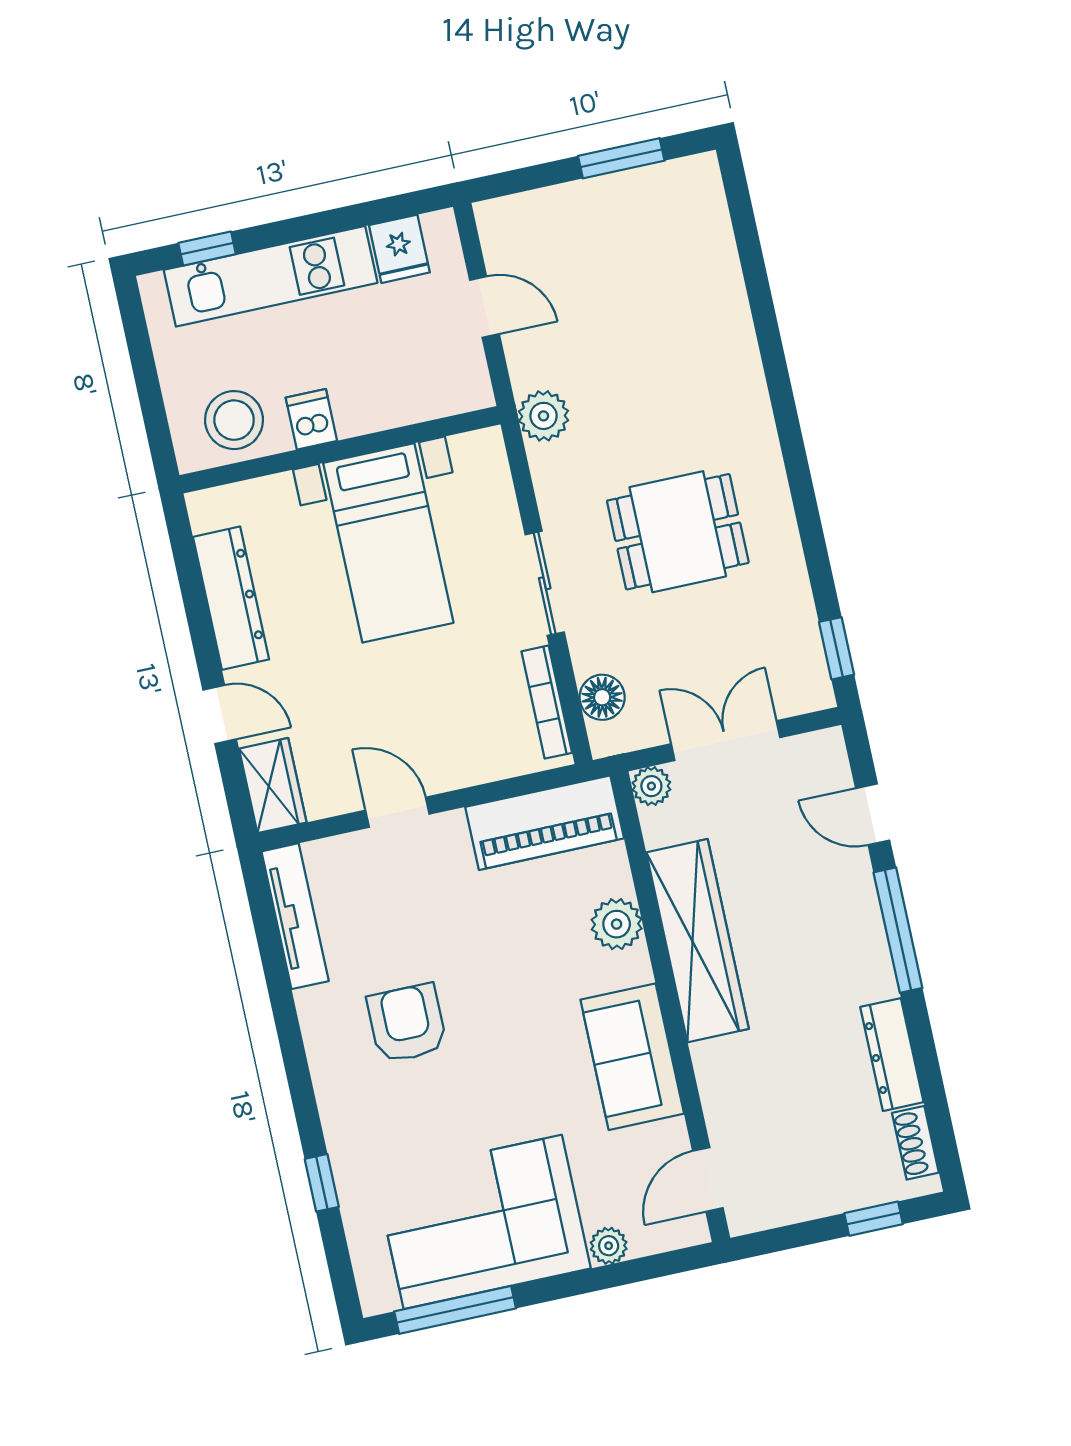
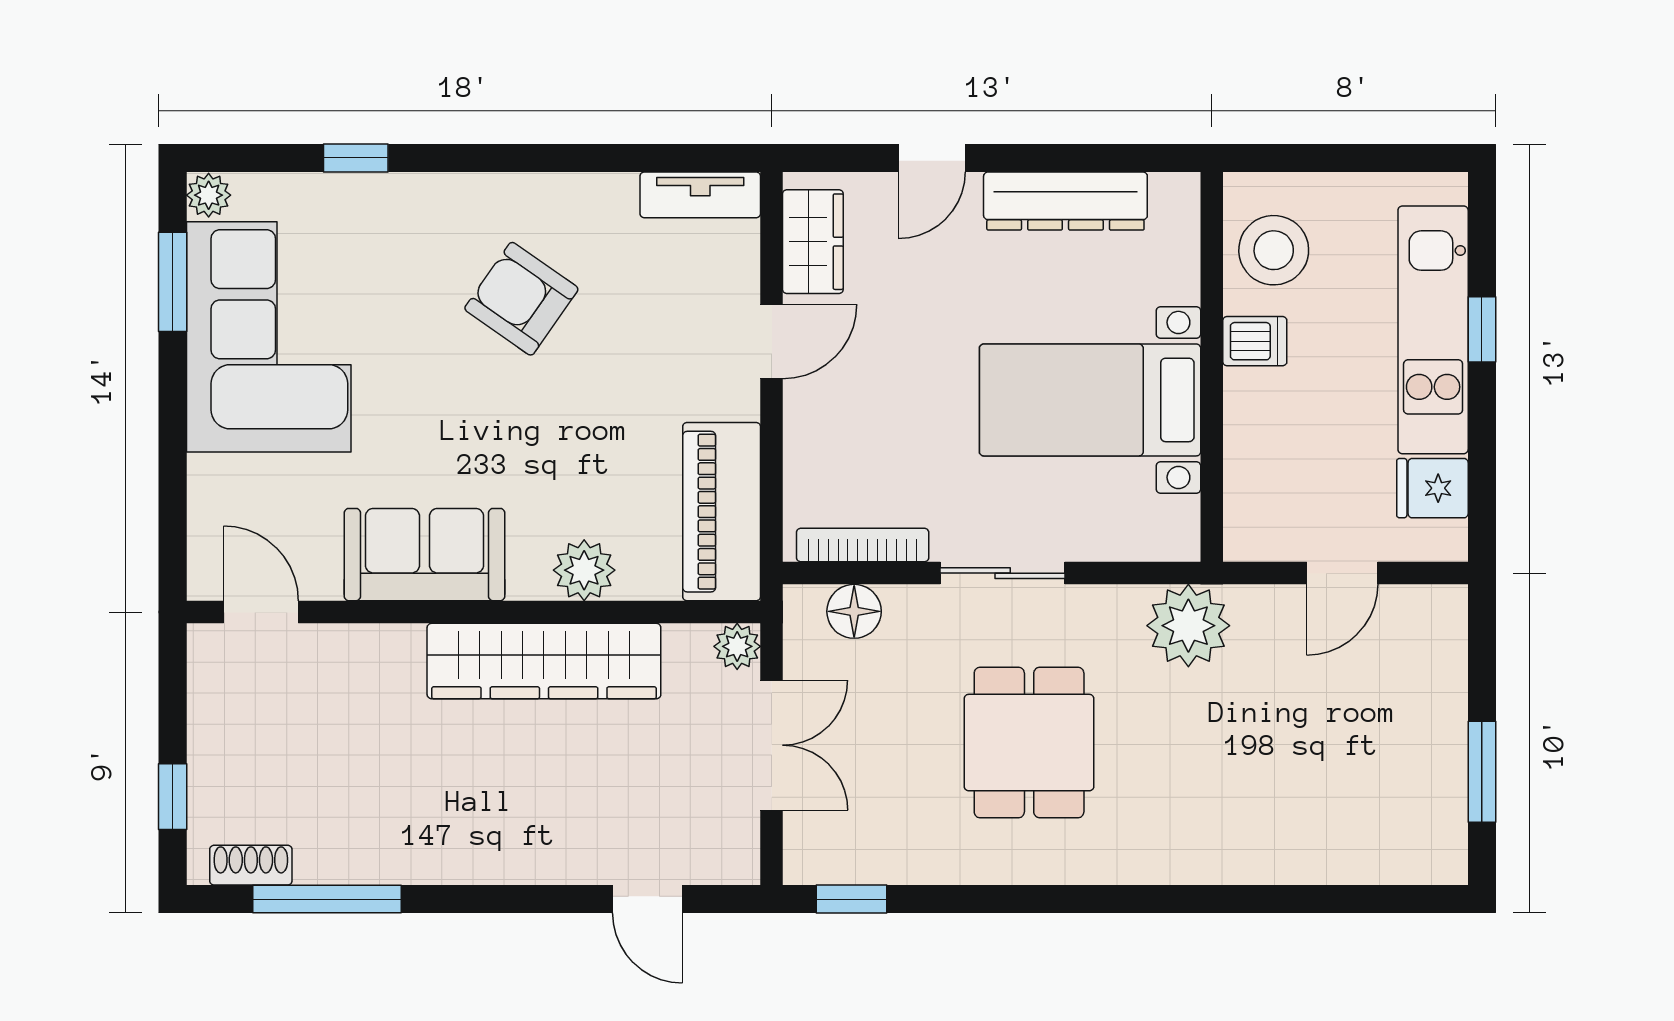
window: (207, 249) -> (1482, 329), moved
plant: (544, 416) -> (1188, 626), width x1.36, depth x1.36
wardrobe: (273, 786) -> (813, 242), moved, turned -90
door: (873, 814) -> (647, 899), swing flipped
tv unit: (295, 916) -> (700, 195), width x0.71
window: (898, 930) -> (327, 899), moved
armchair: (407, 1023) -> (521, 299), turned -145
dresser: (892, 1055) -> (360, 860), removed
plant: (609, 1246) -> (209, 195), moved
window: (455, 1310) -> (173, 282), width x0.69

